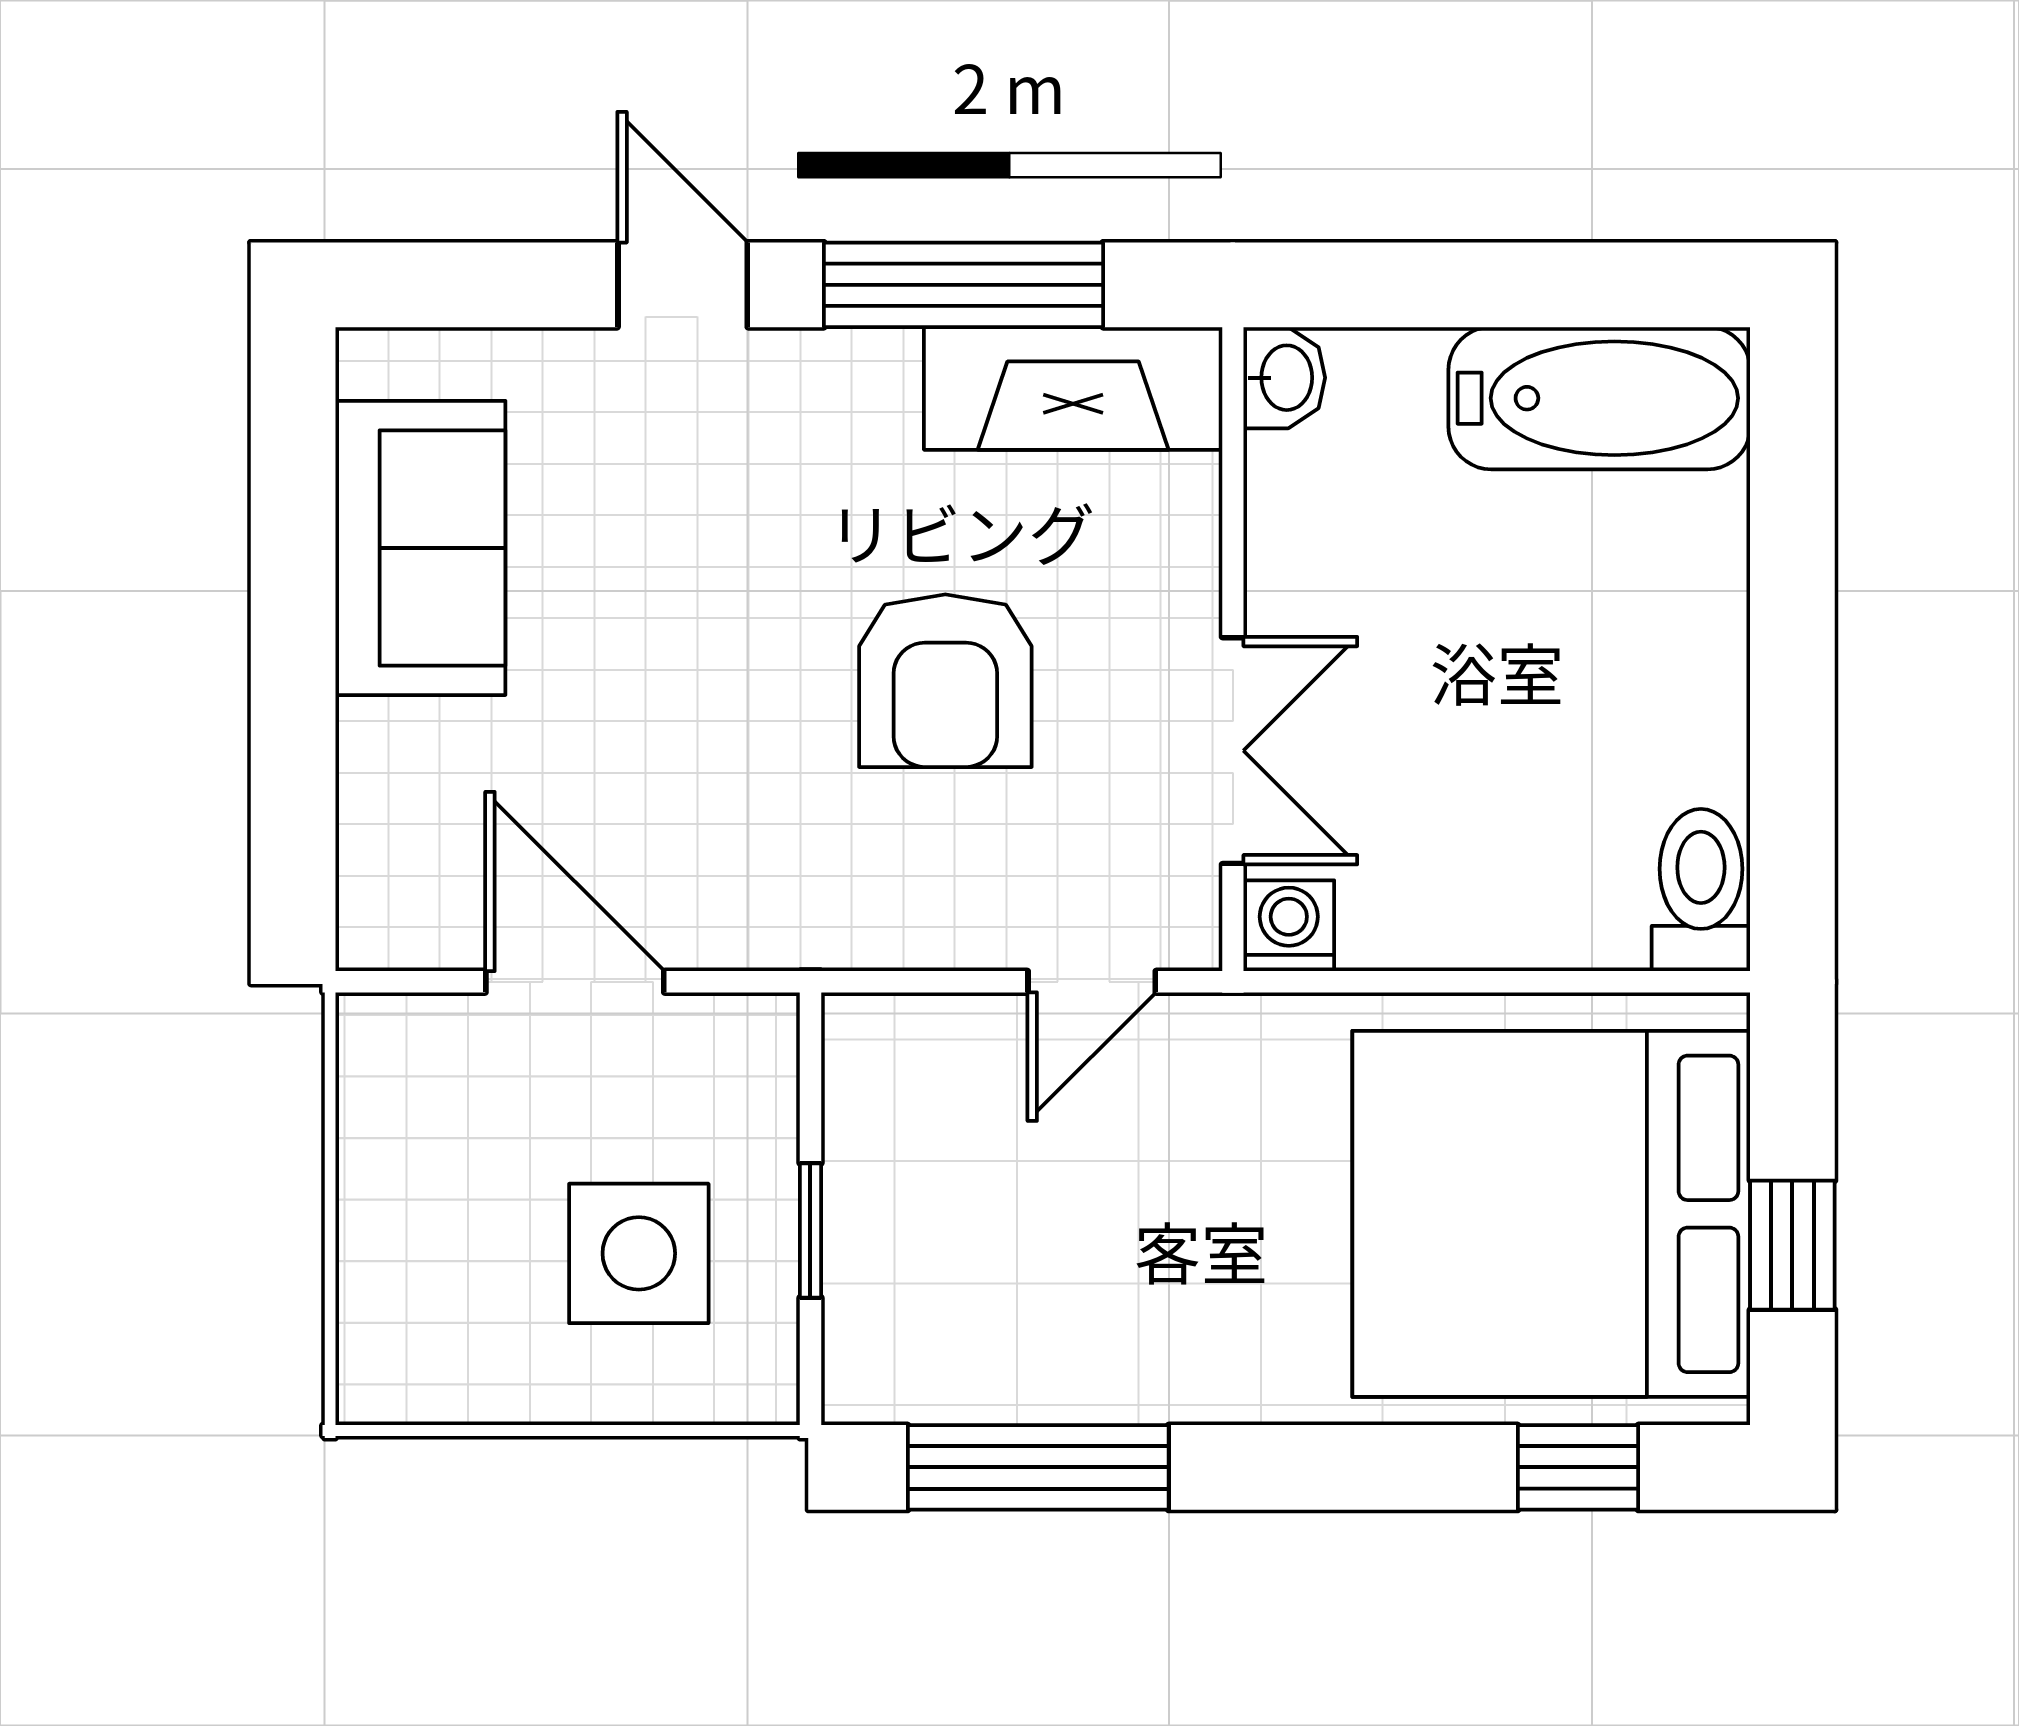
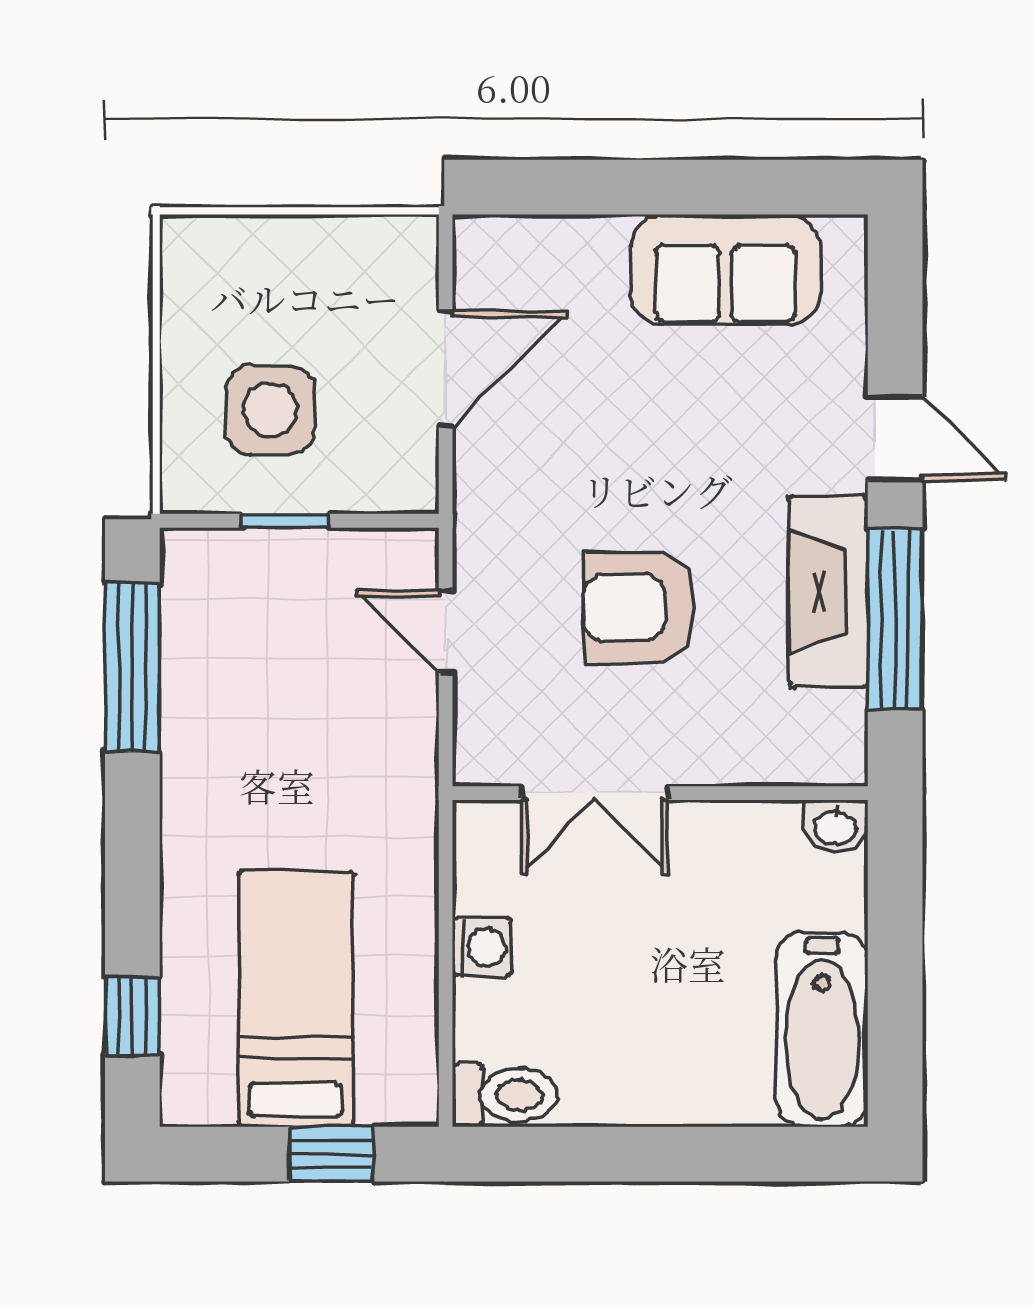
door: (683, 285) -> (895, 438), hinge flipped
fireplace: (1073, 388) -> (828, 591), moved
washing machine: (1289, 926) -> (482, 947), moved
door: (1092, 982) -> (446, 632), moved
bed: (1551, 1214) -> (296, 999), width x0.49
window: (1792, 1245) -> (331, 1154), moved

